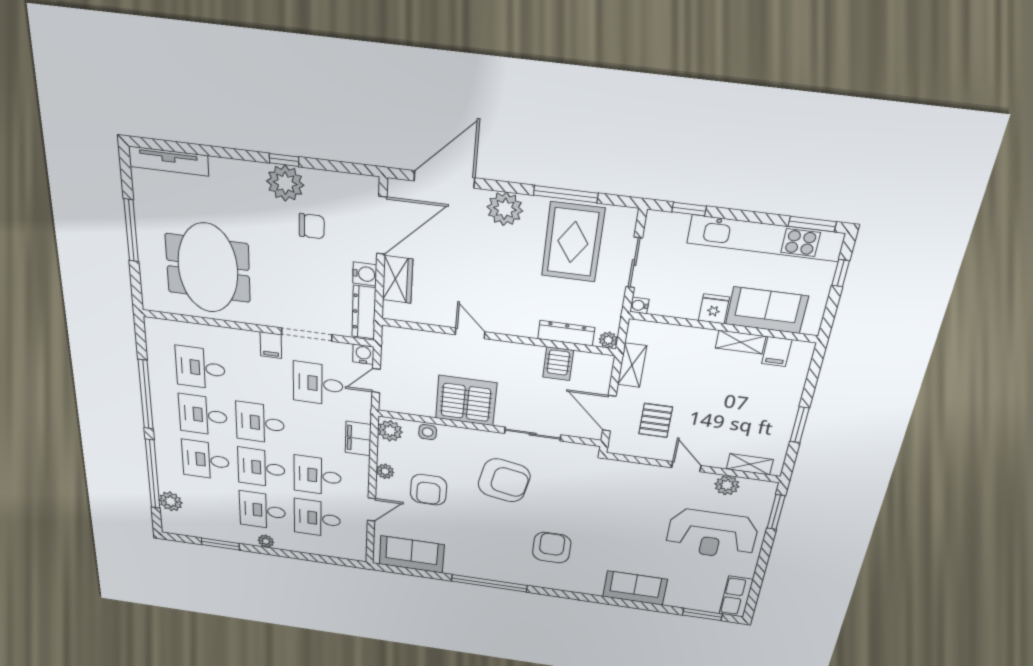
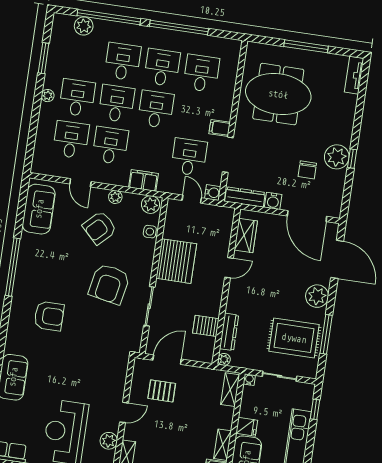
tv unit: (169, 161) -> (354, 75), width x0.71
wardrobe: (398, 279) -> (246, 236), moved, turned -90
shelving: (632, 365) -> (230, 390), moved, turned 90
armchair: (429, 490) -> (100, 228), turned -45

